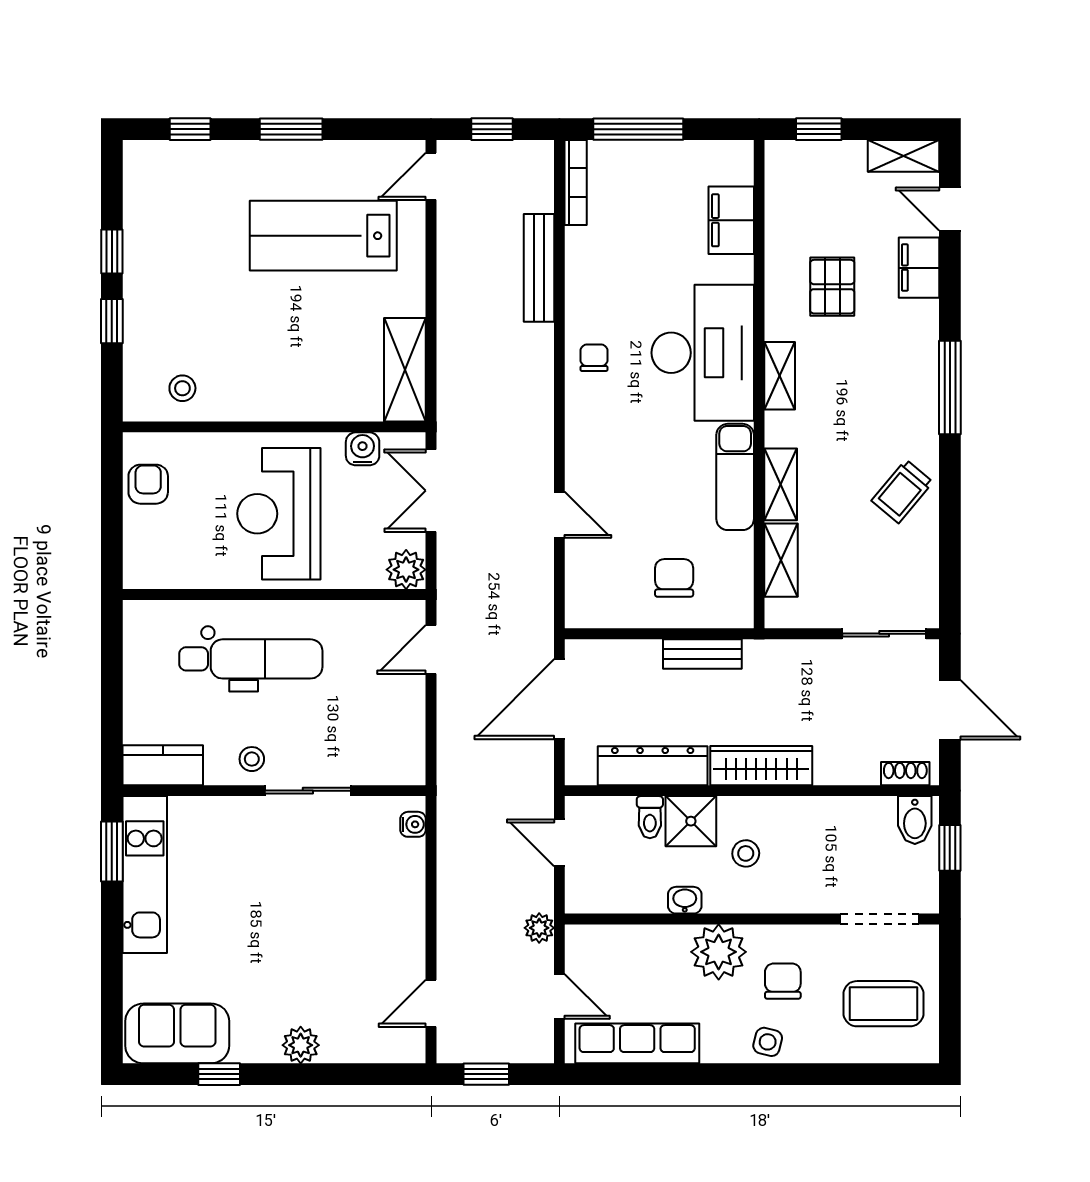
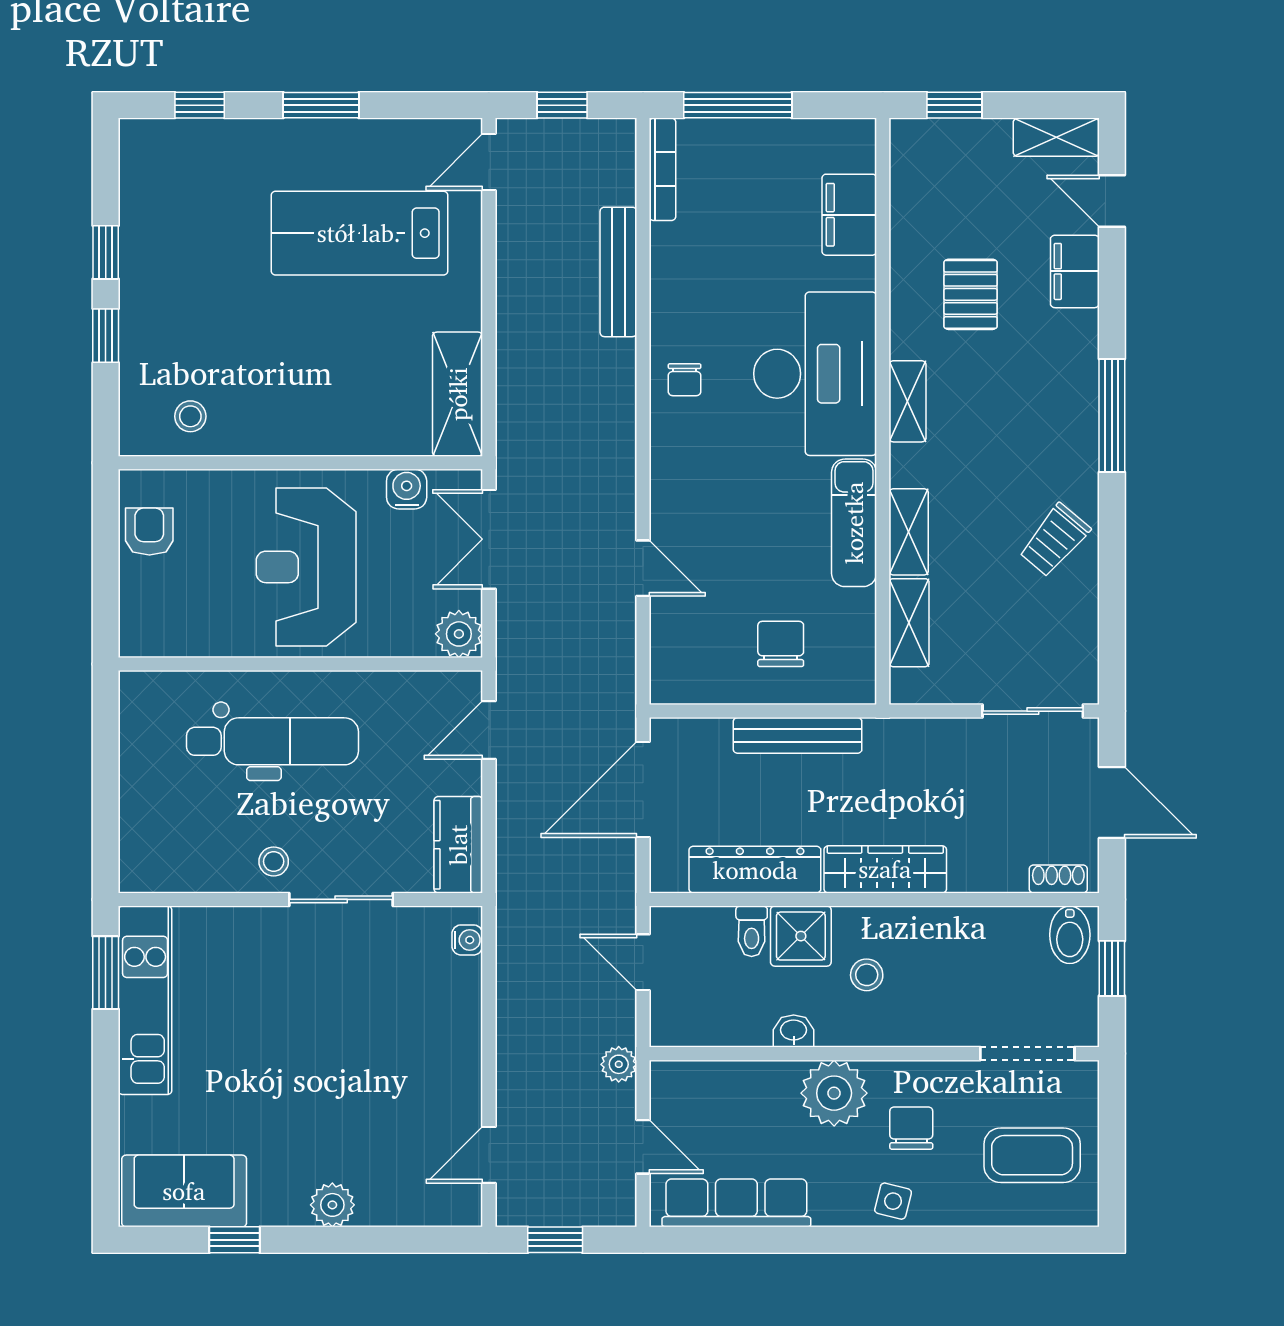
chair: (594, 358) -> (685, 380), turned 180
bench: (702, 654) -> (798, 735), width x1.36
kitchen counter: (163, 765) -> (458, 845), moved, turned -90

